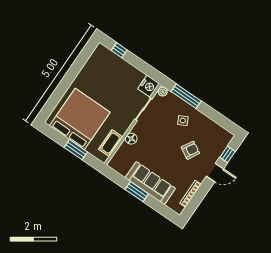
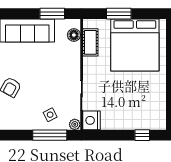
side table: (183, 121) -> (50, 115), moved
floor lamp: (131, 139) -> (74, 35), moved
window: (137, 192) -> (52, 14), moved

